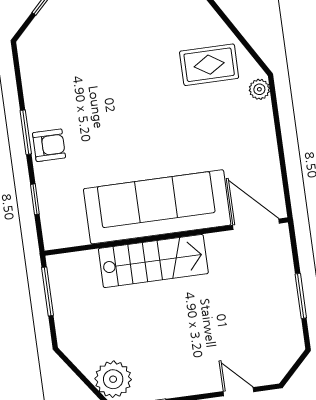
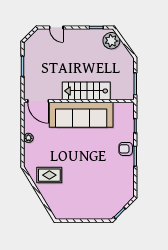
plant: (259, 89) -> (28, 138), moved

